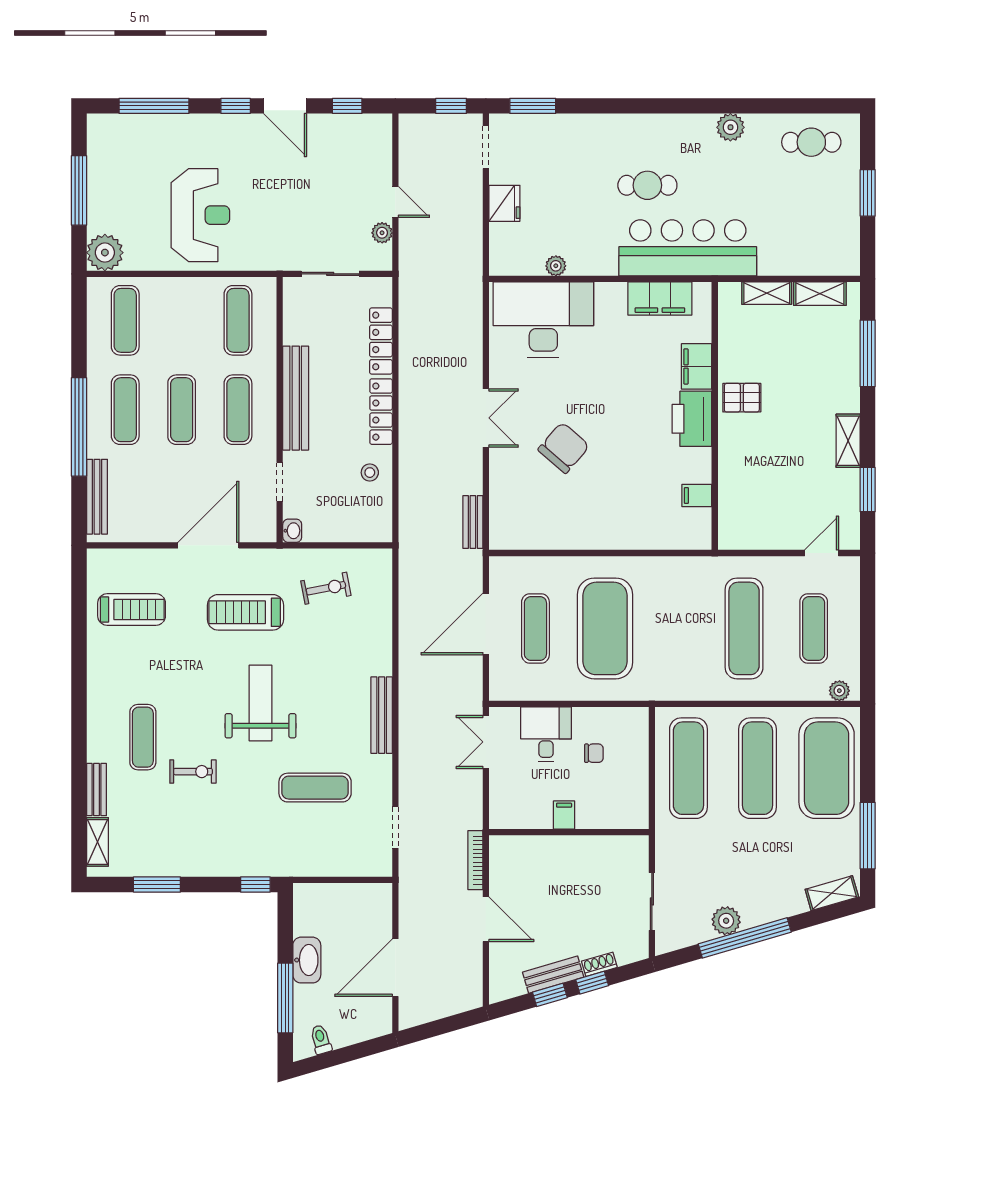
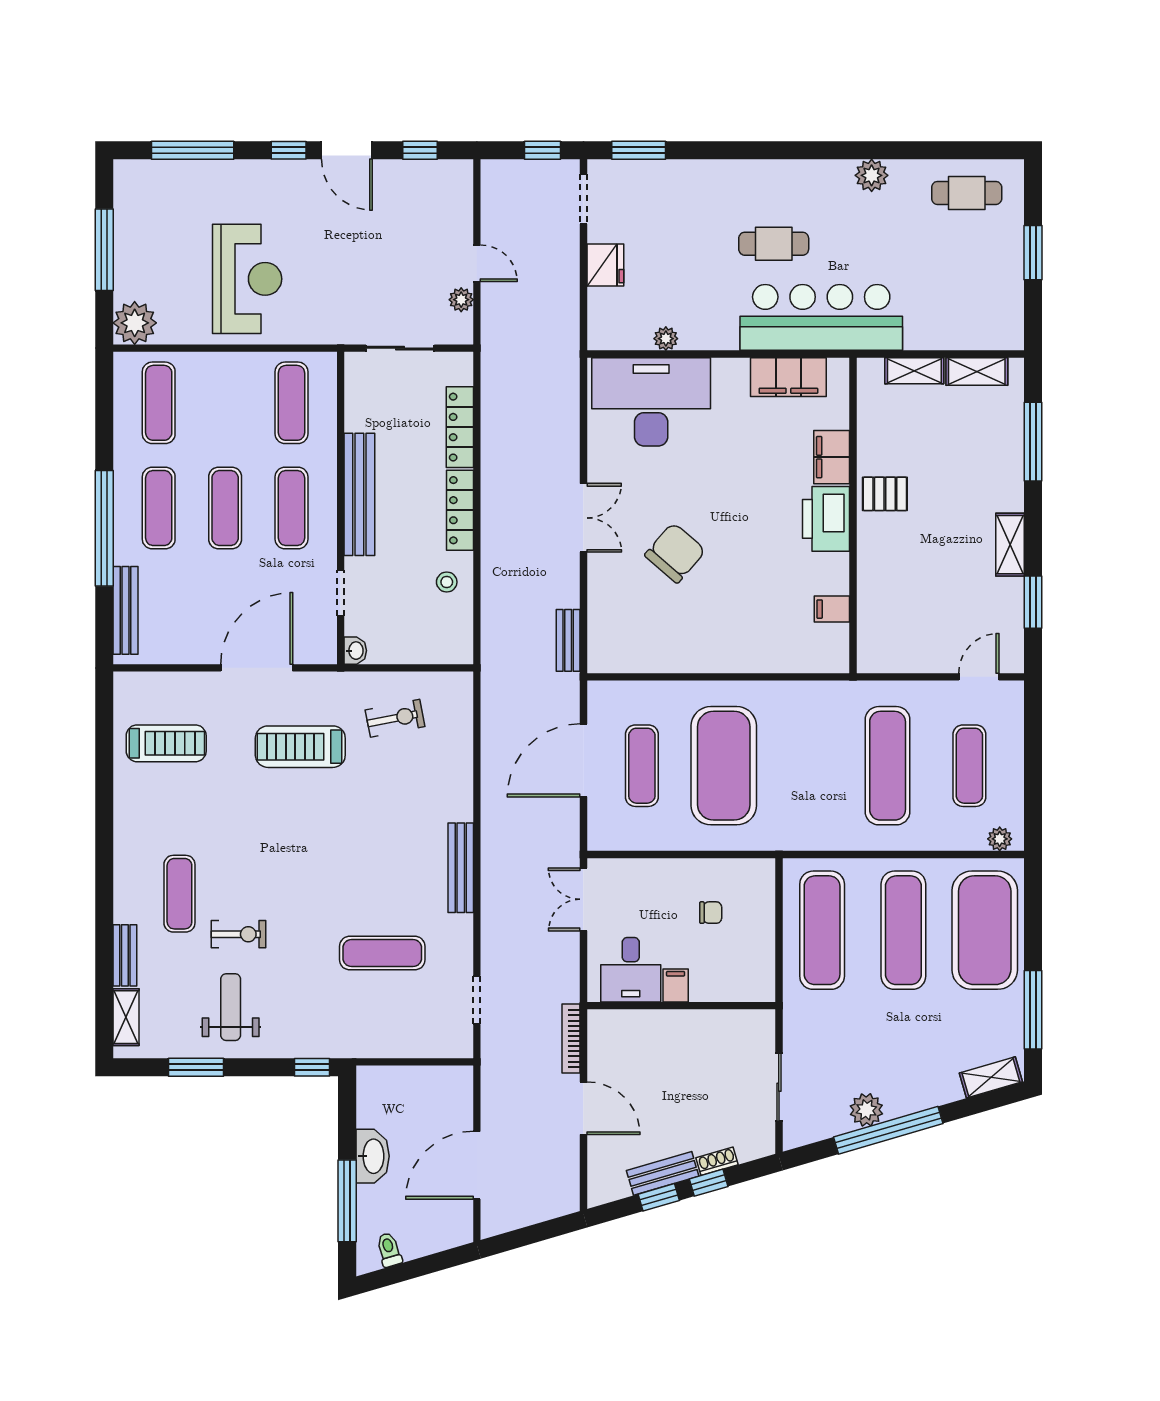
weight bench: (261, 703) -> (231, 1007), moved, width x0.73, depth x0.75
desk: (546, 734) -> (631, 970), moved, turned 180

